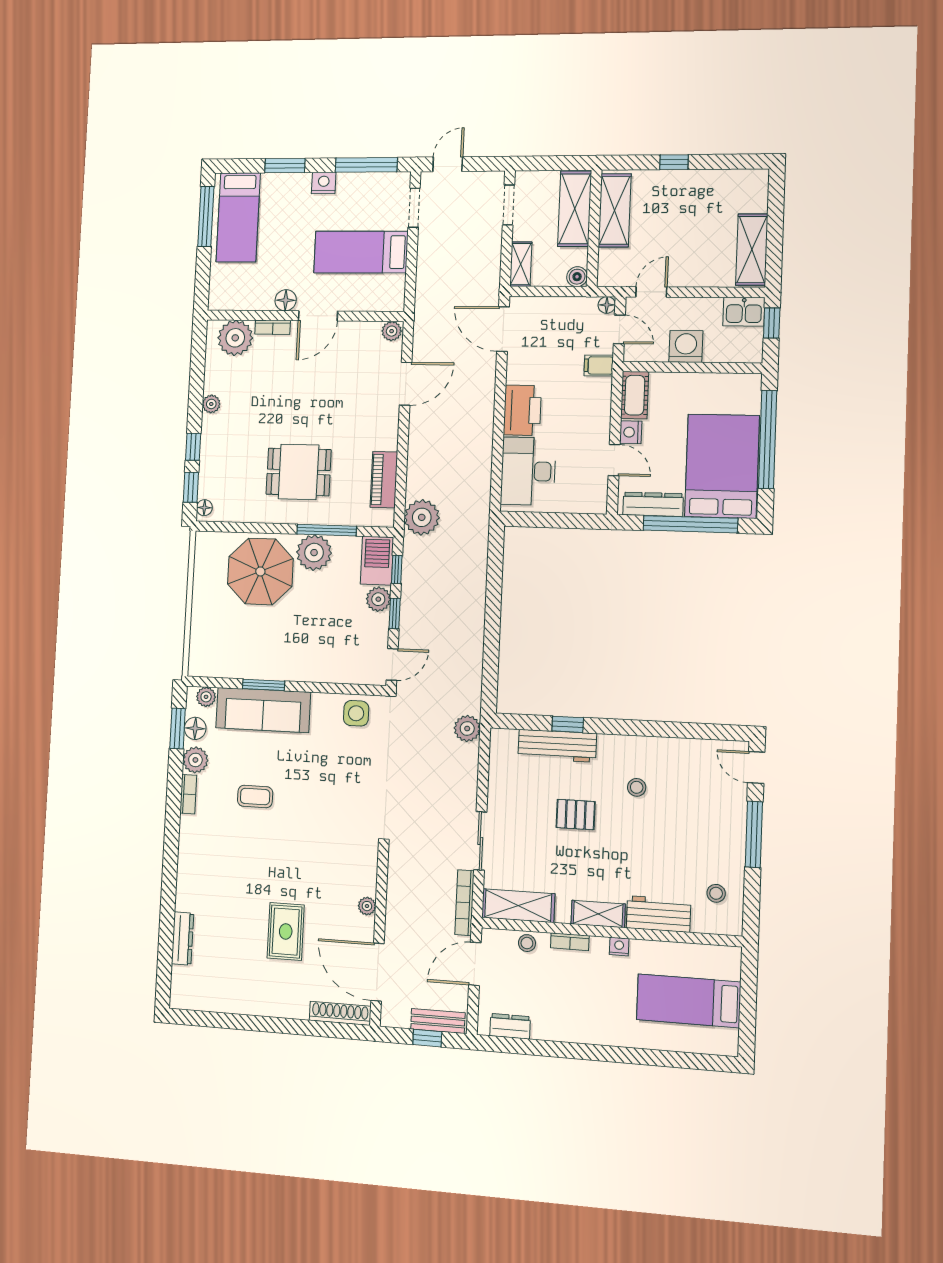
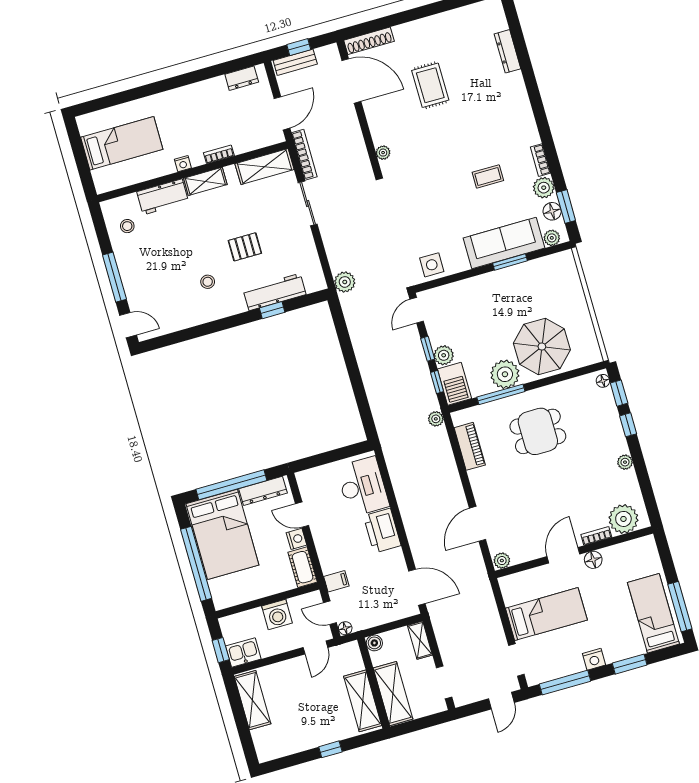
plant: (422, 517) -> (436, 419), width x0.53, depth x0.53
plant: (367, 906) -> (383, 153), moved
stool: (527, 943) -> (249, 142), removed

